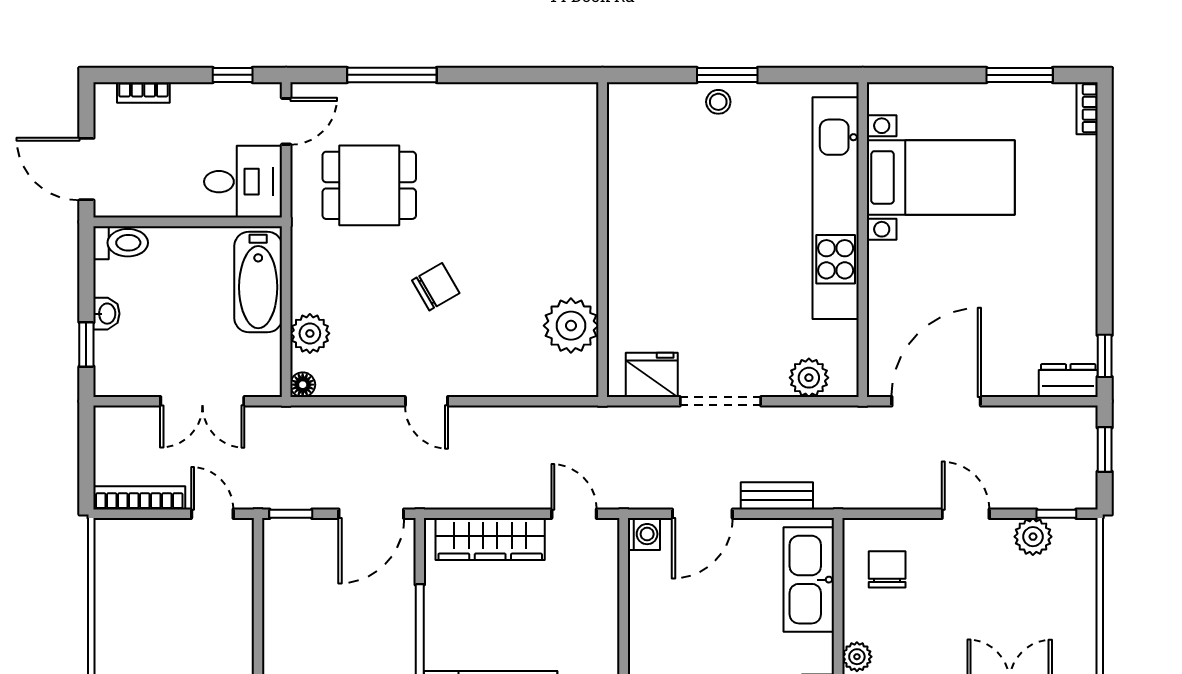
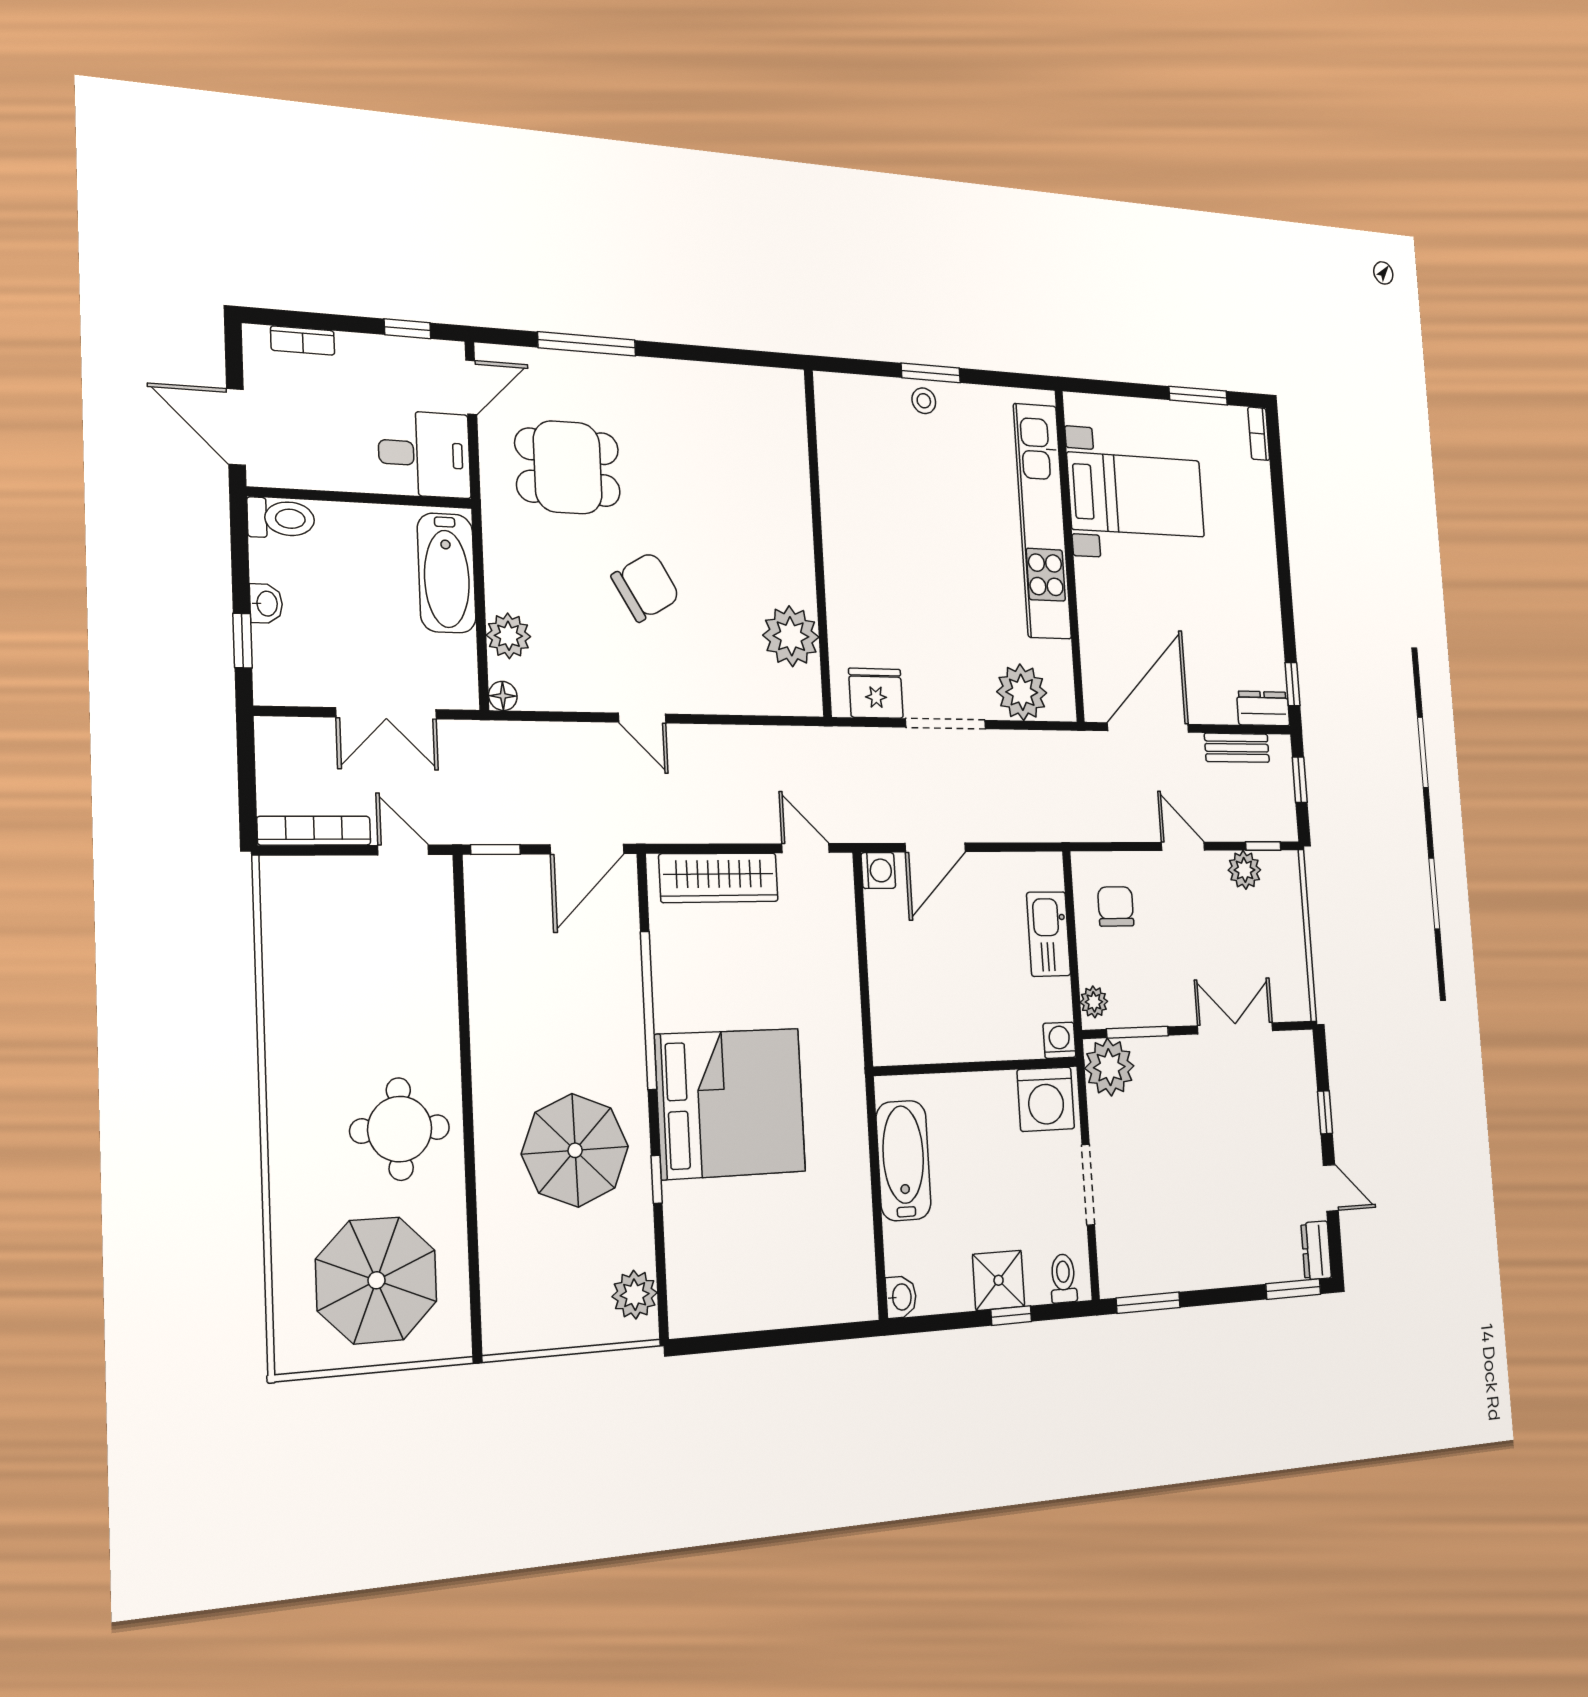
chair: (436, 287) -> (646, 587), width x1.37, depth x1.37
plant: (809, 378) -> (1022, 692), width x1.36, depth x1.36
bench: (777, 496) -> (1237, 748), moved
kitchen sink: (809, 580) -> (1049, 934), width x0.73, depth x0.81

